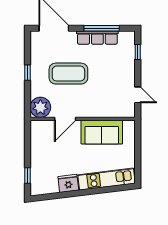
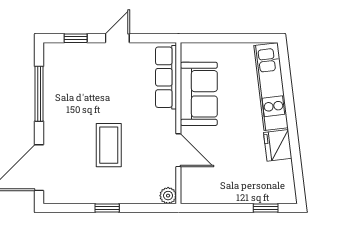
row of seats: (97, 38) -> (166, 77), moved, turned 180
coffee table: (68, 74) -> (109, 145), width x0.73, depth x0.76
door: (138, 95) -> (117, 38), moved
plant: (40, 107) -> (168, 196), width x0.53, depth x0.53

